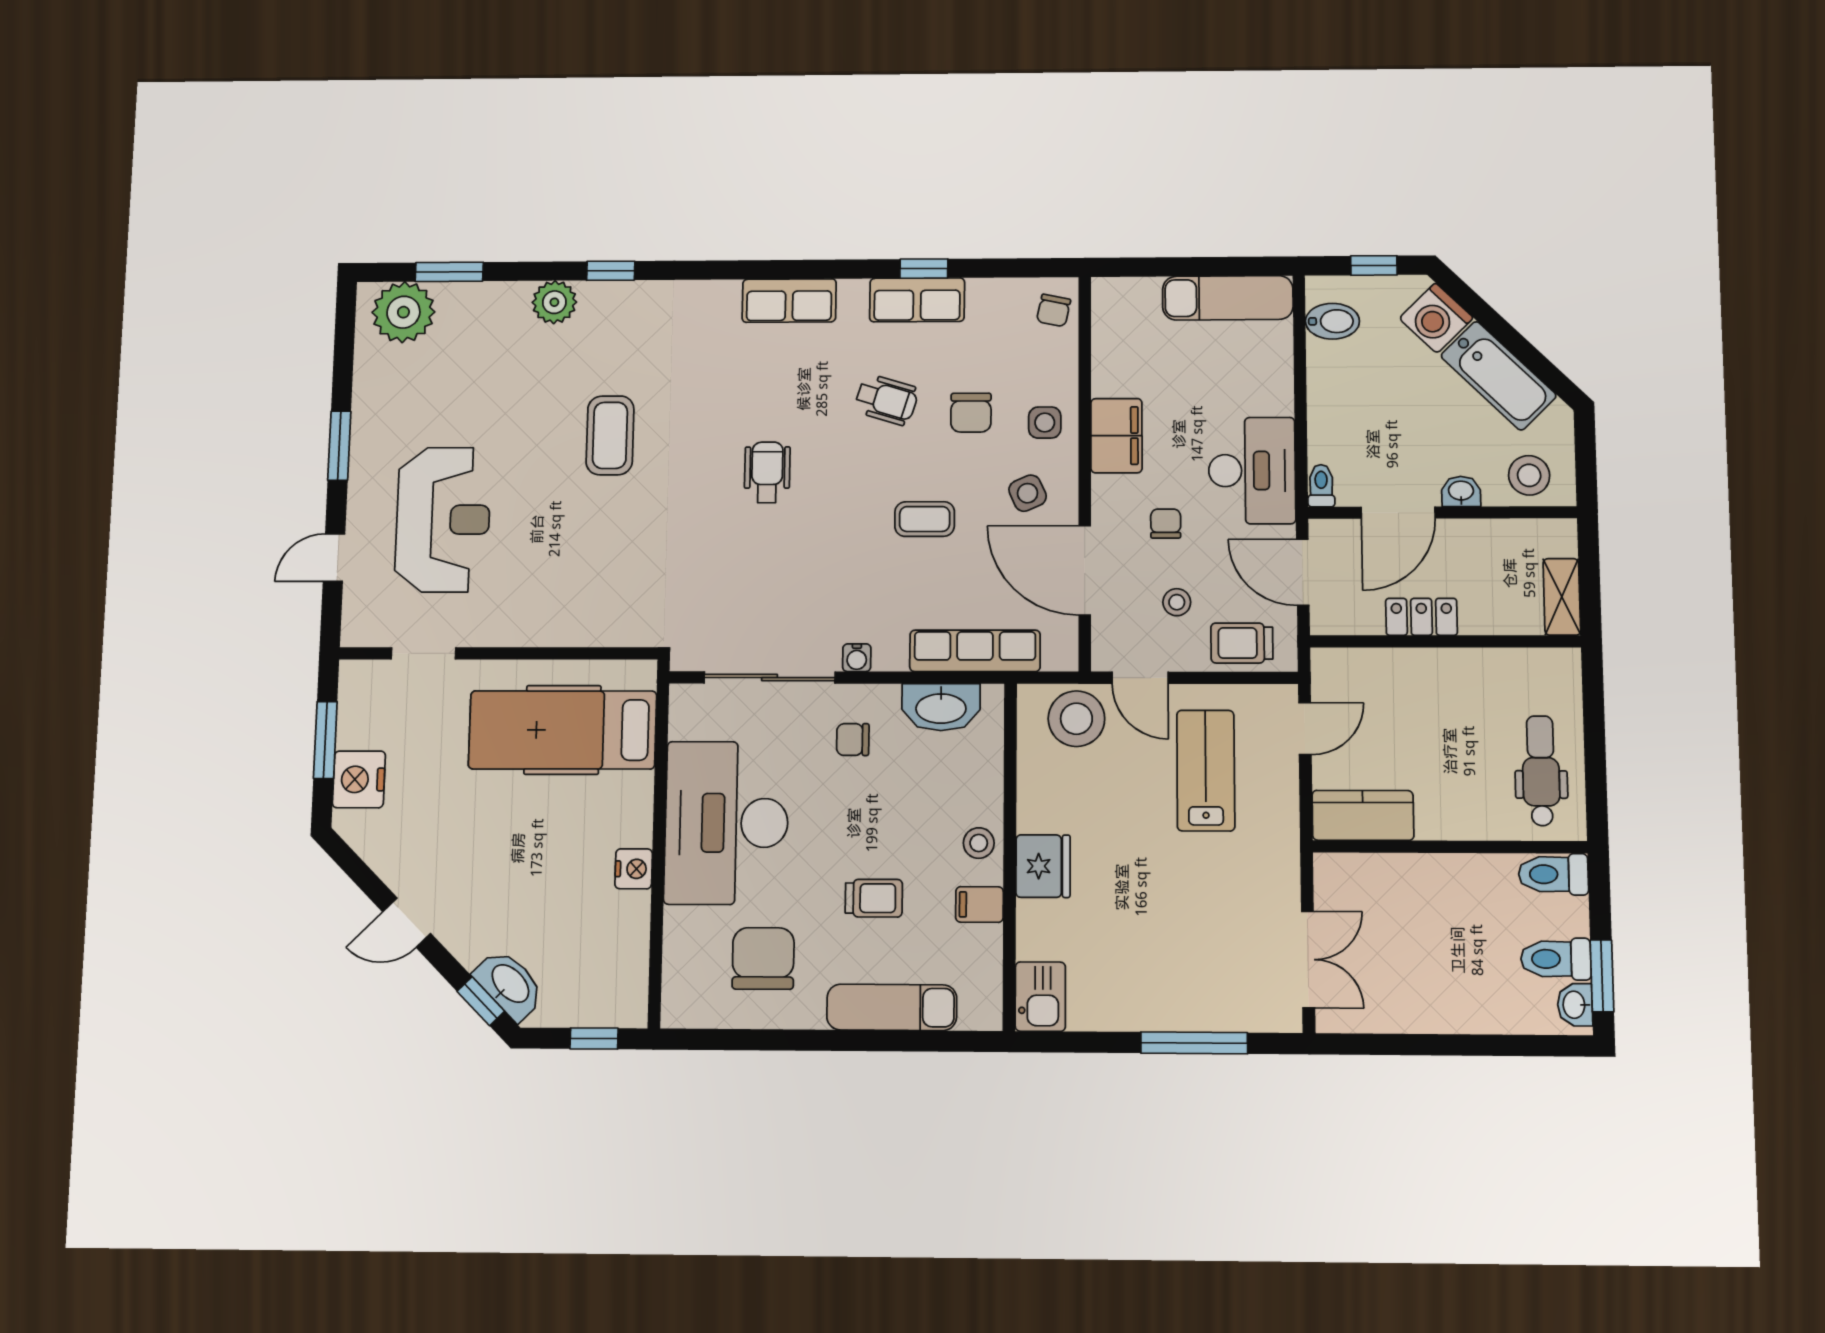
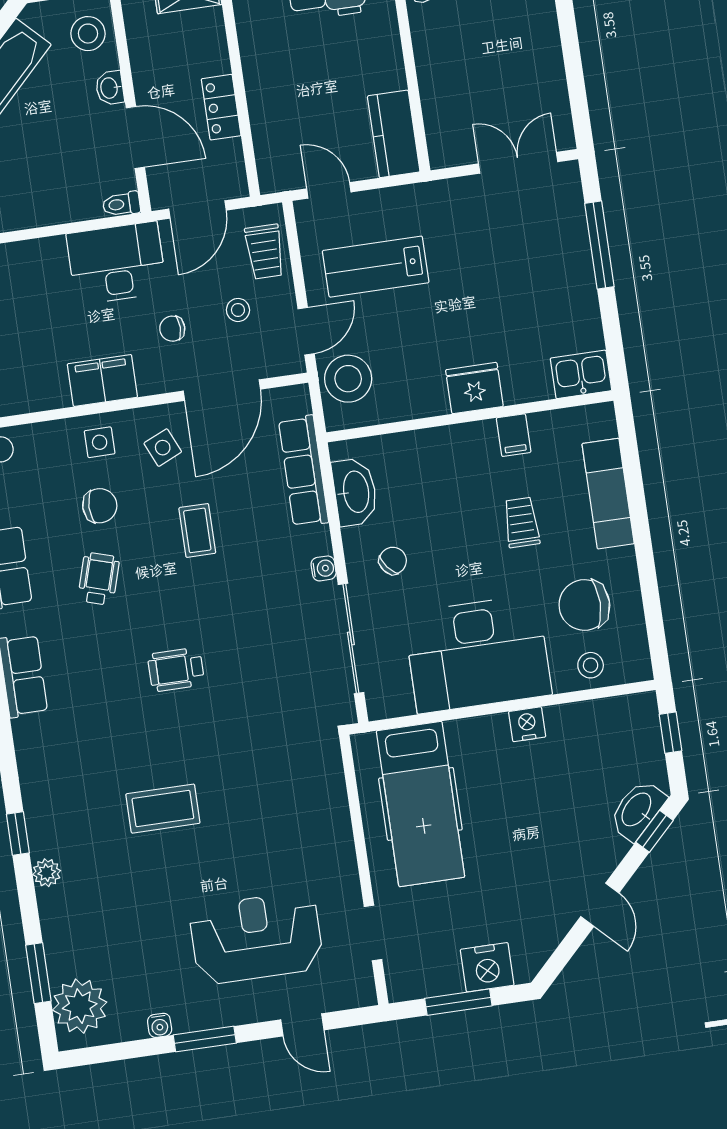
plant: (554, 302) -> (47, 873), width x0.73, depth x0.73
water cooler: (365, 397) -> (160, 1025), added
chair: (853, 740) -> (393, 561), turned -128
stool: (979, 843) -> (591, 665), moved

